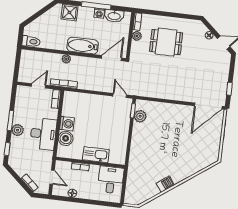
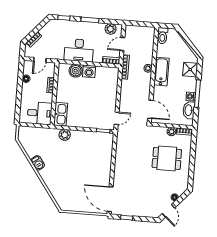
dining table: (166, 42) -> (167, 158), turned 90
bathtub: (83, 46) -> (161, 72), moved
door: (39, 86) -> (122, 44), swing flipped
plant: (140, 116) -> (65, 135), moved
plant: (18, 130) -> (111, 29), moved
kitchen sink: (96, 155) -> (61, 114), moved

